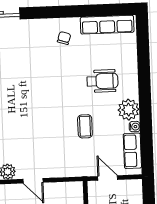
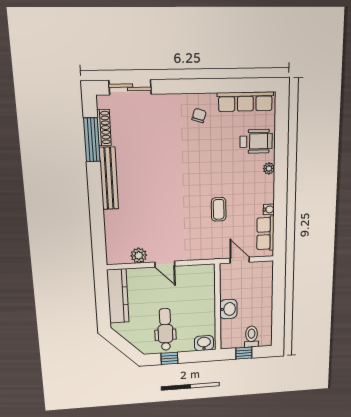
wheelchair: (102, 81) -> (256, 141), moved
plant: (129, 110) -> (269, 168), moved, width x0.53, depth x0.53

